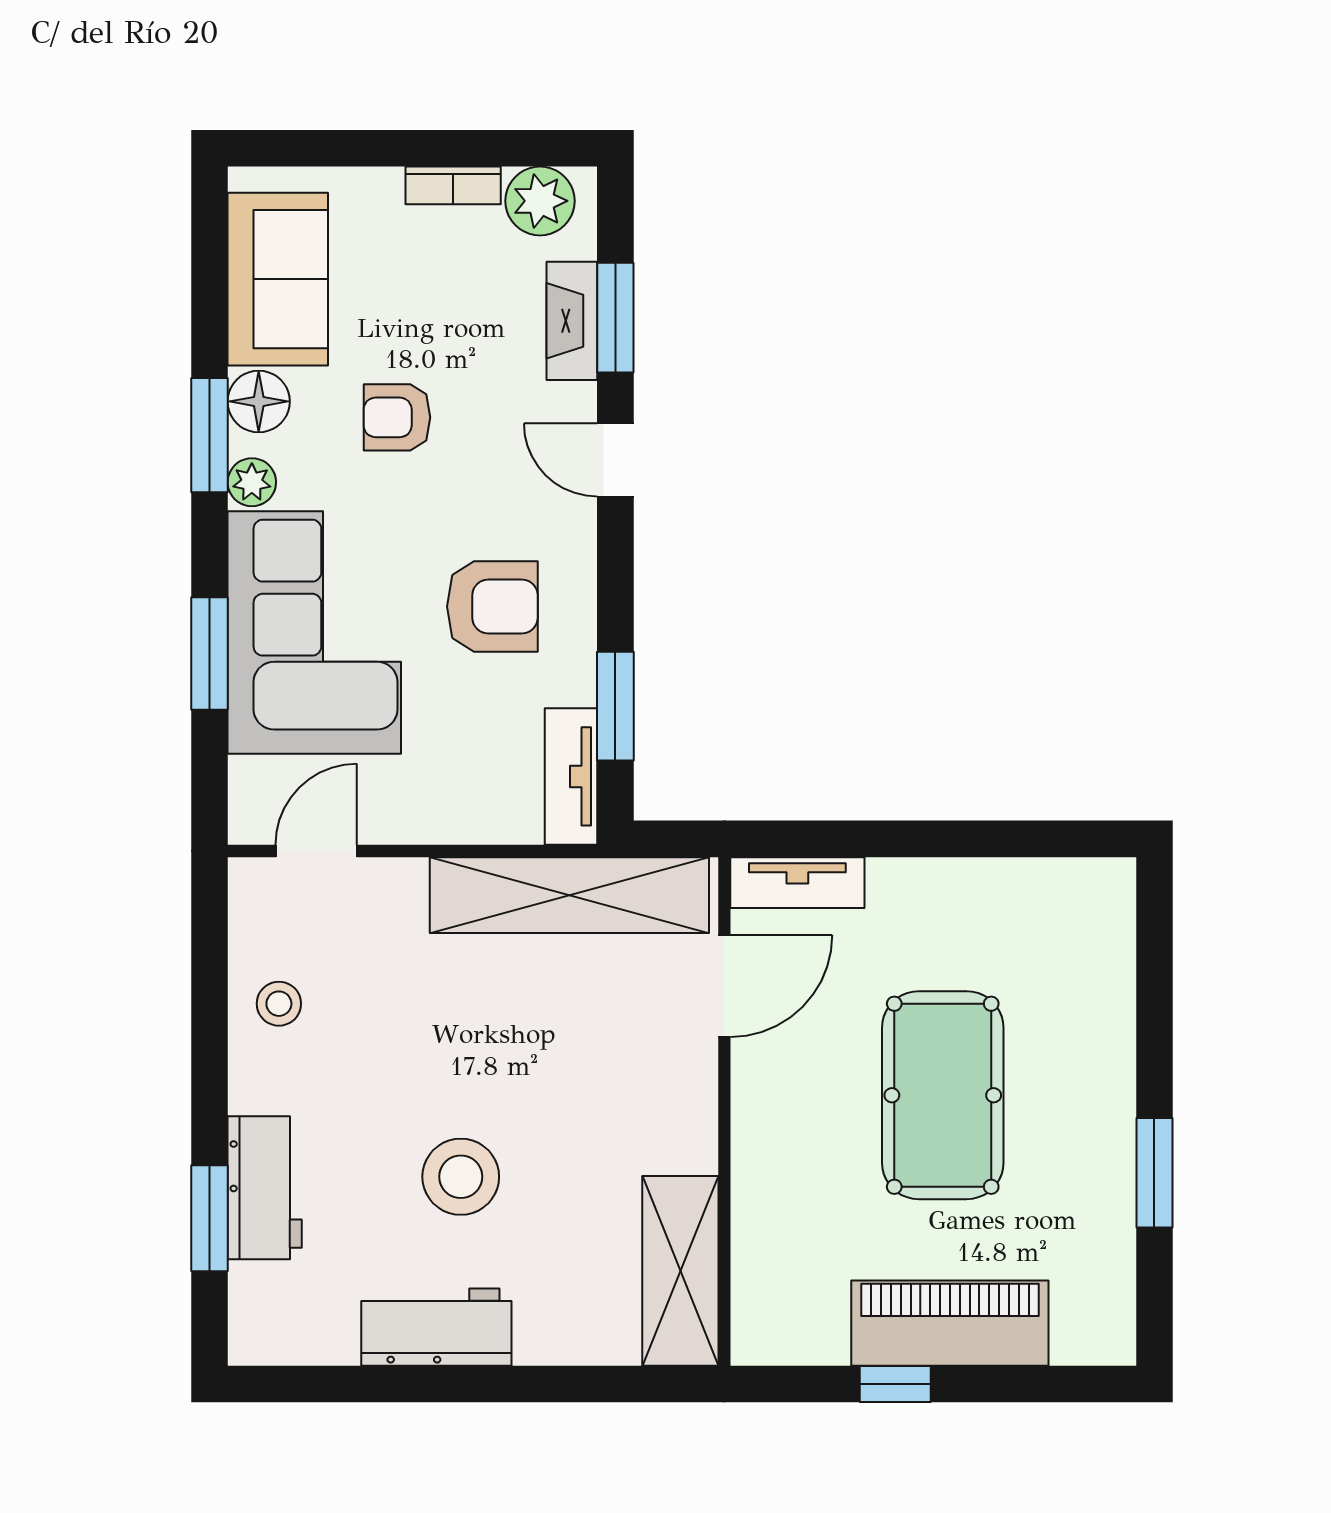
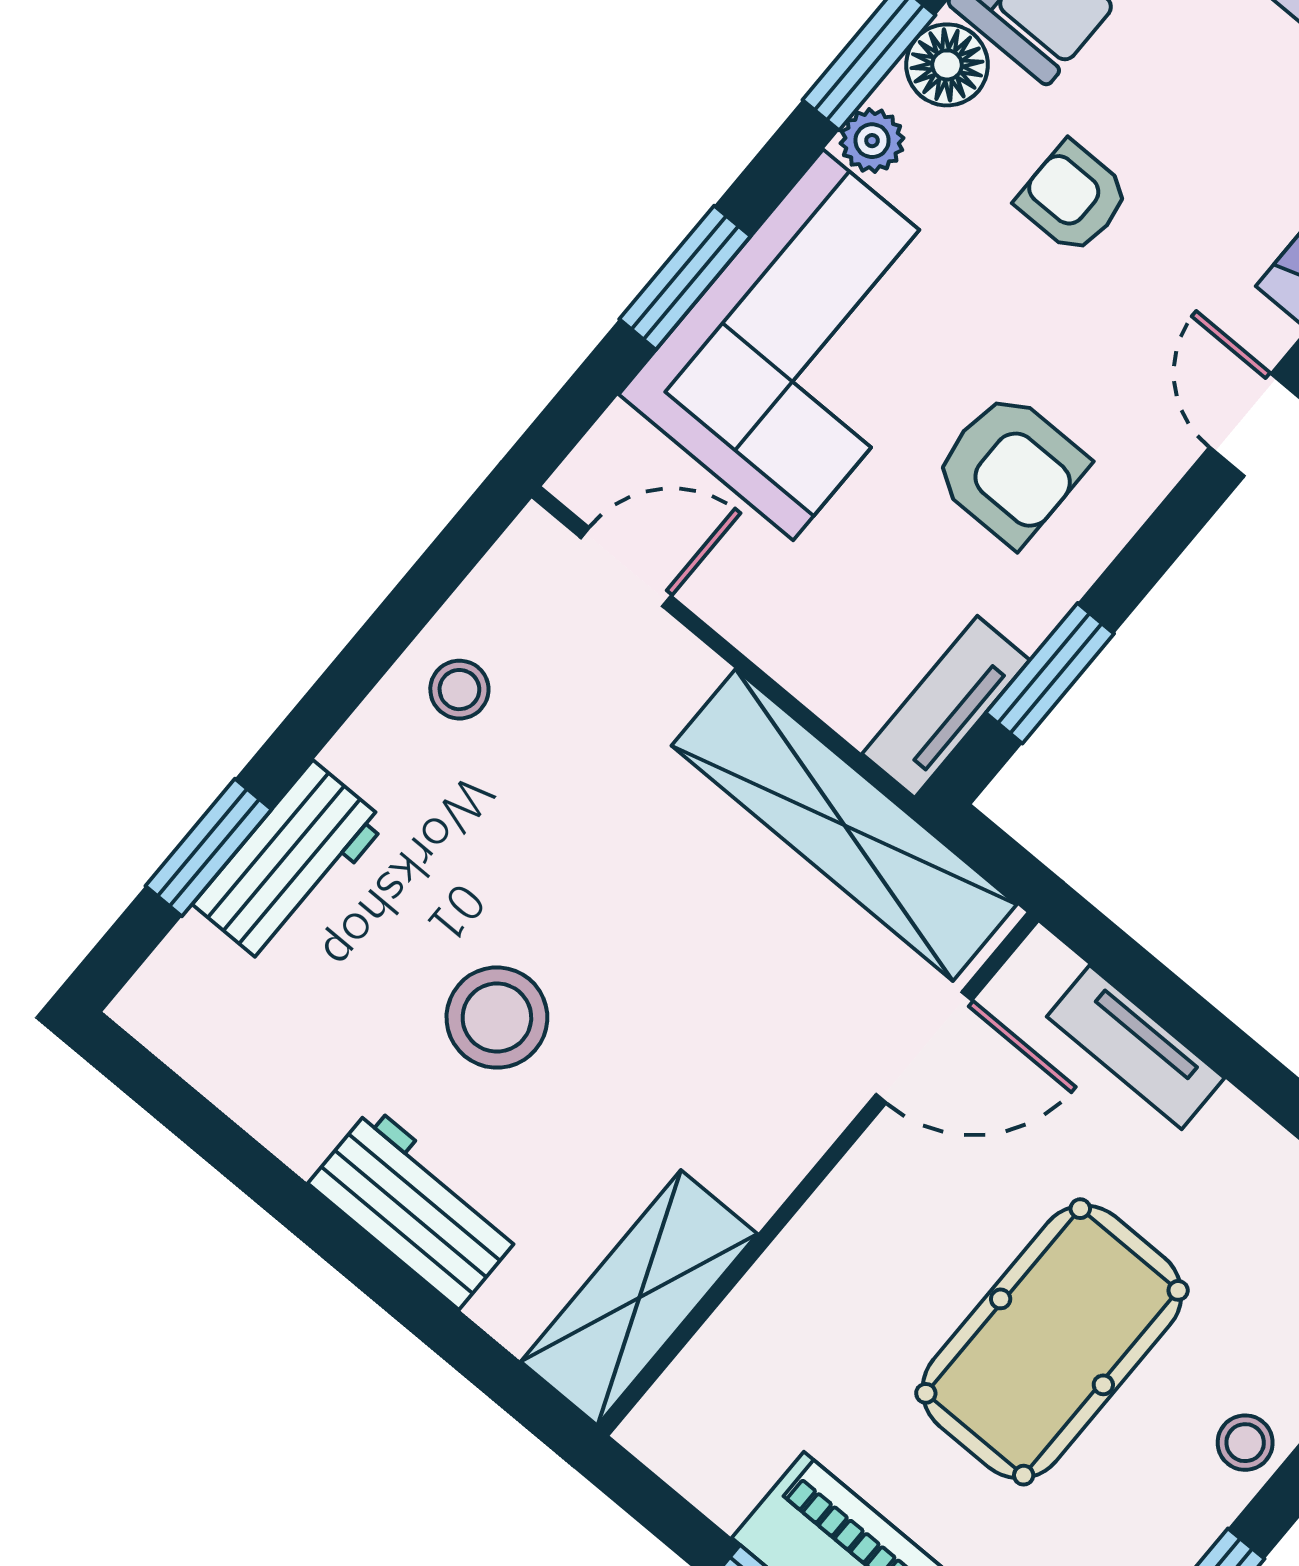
tv unit: (797, 883) -> (1136, 1047), moved
stool: (1105, 1060) -> (1245, 1443), added
workbench: (436, 1327) -> (416, 1208), moved

